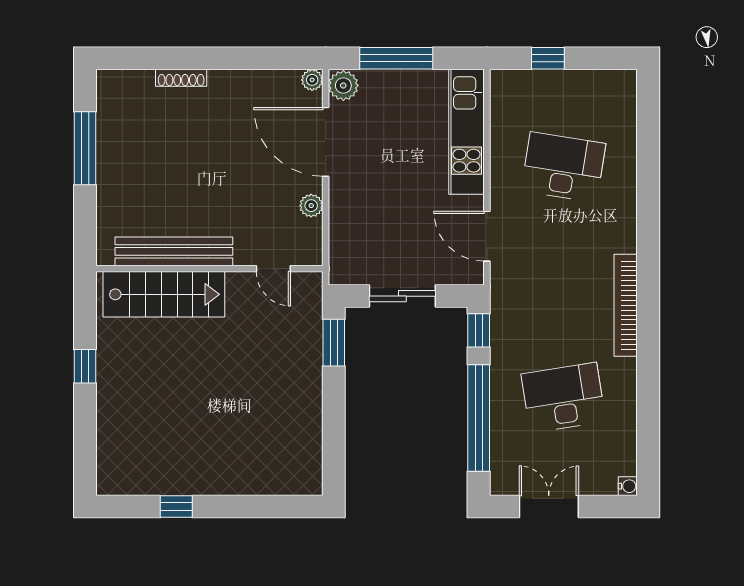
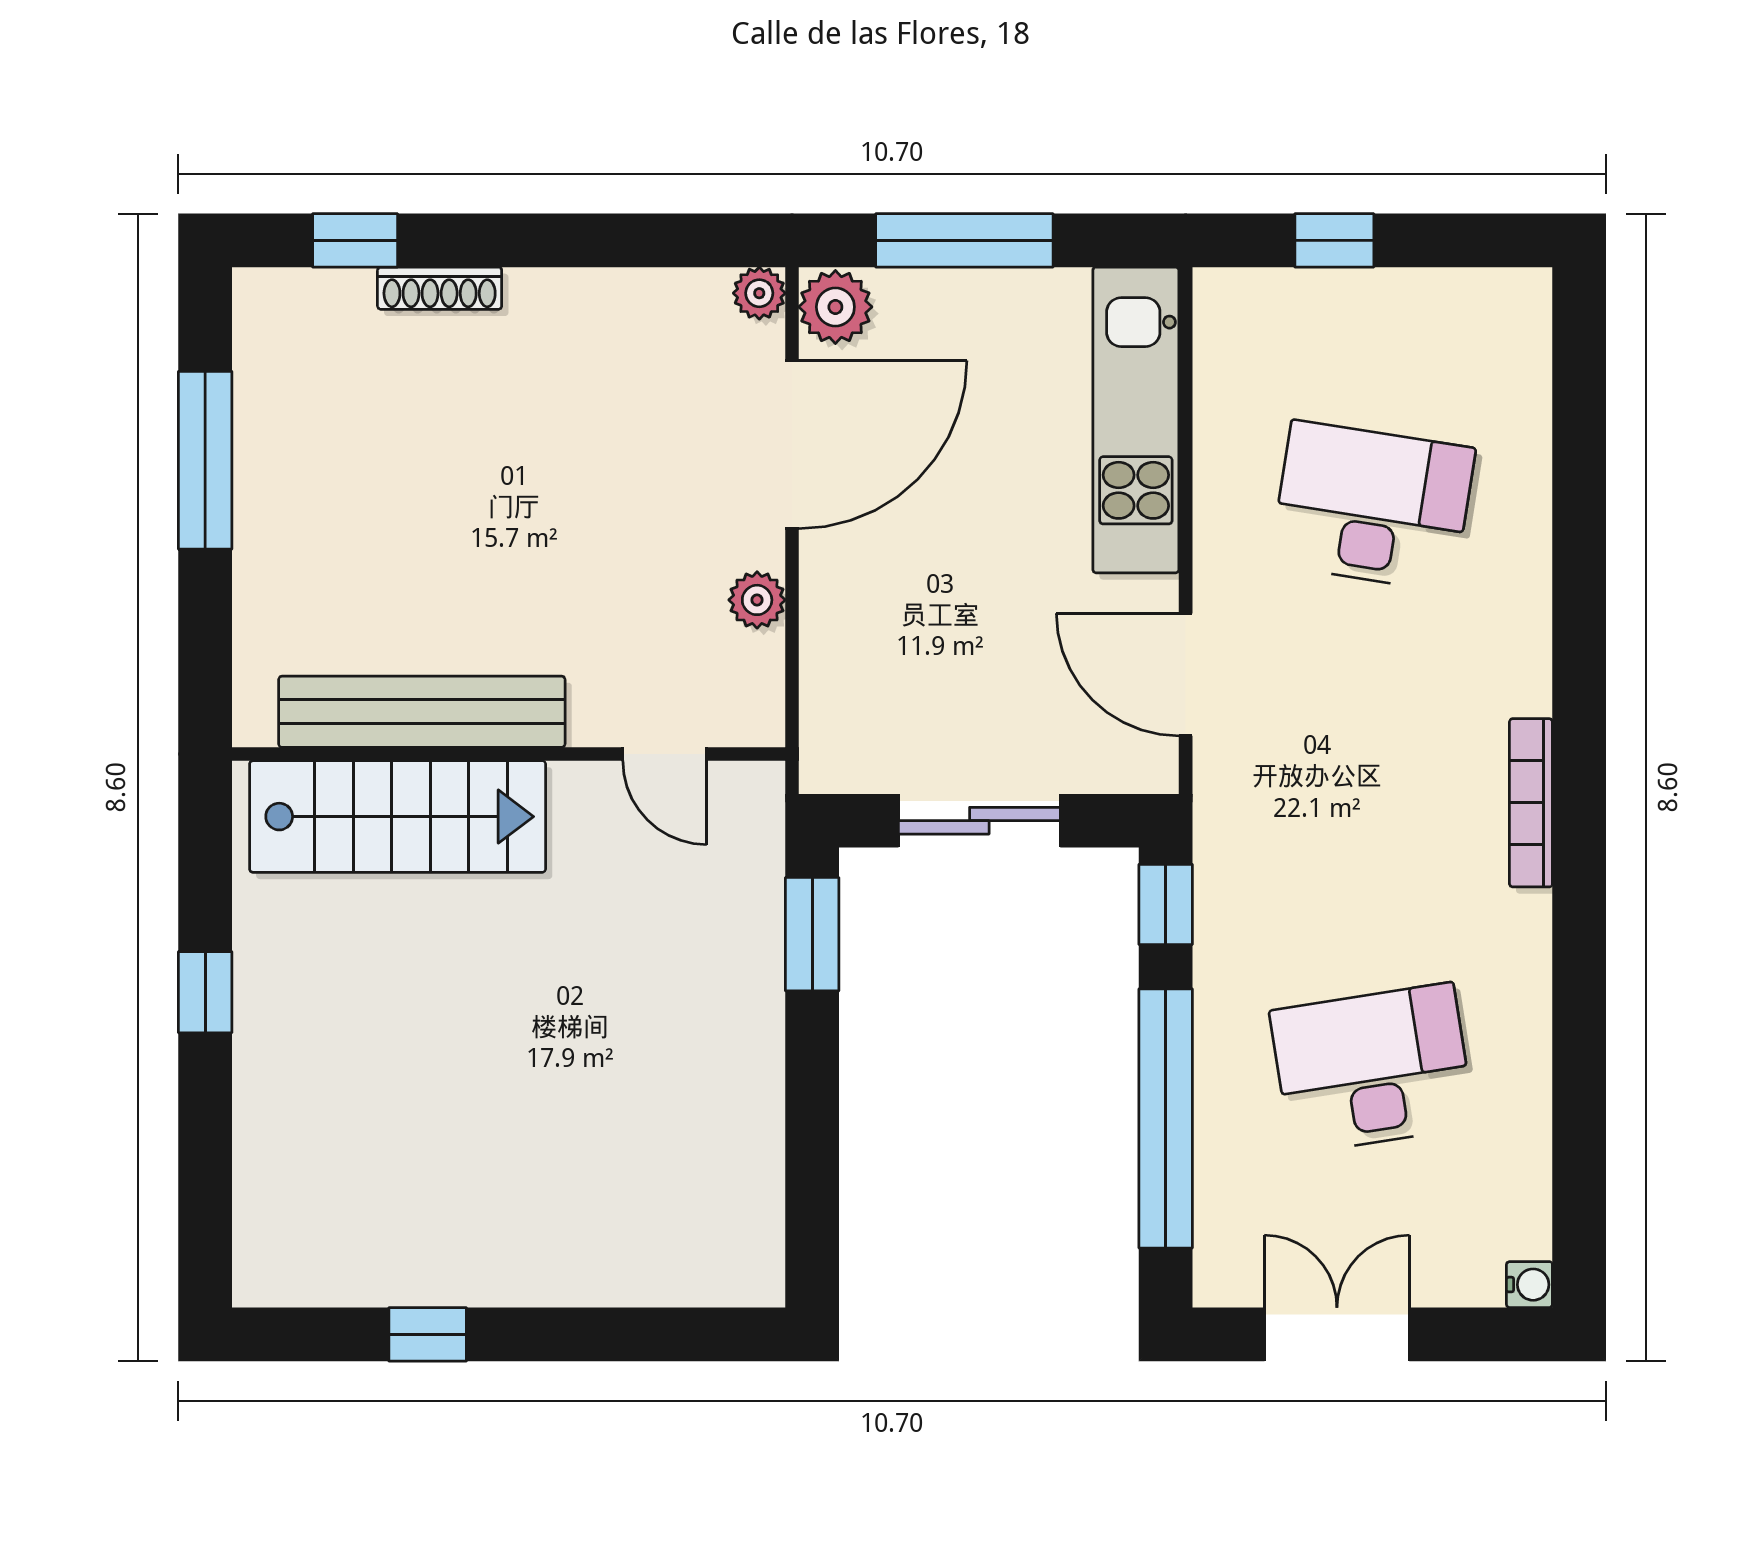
window: (146, 58) -> (355, 240), added
door: (326, 142) -> (792, 445), swing flipped
bookcase: (626, 305) -> (1531, 803), width x0.68, depth x0.76

